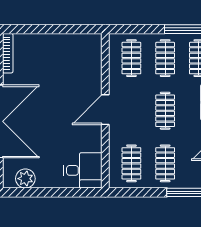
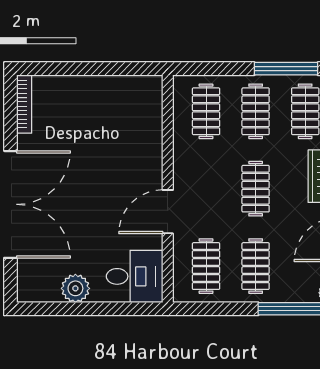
door: (105, 110) -> (168, 212), moved
plant: (25, 179) -> (75, 288), moved

